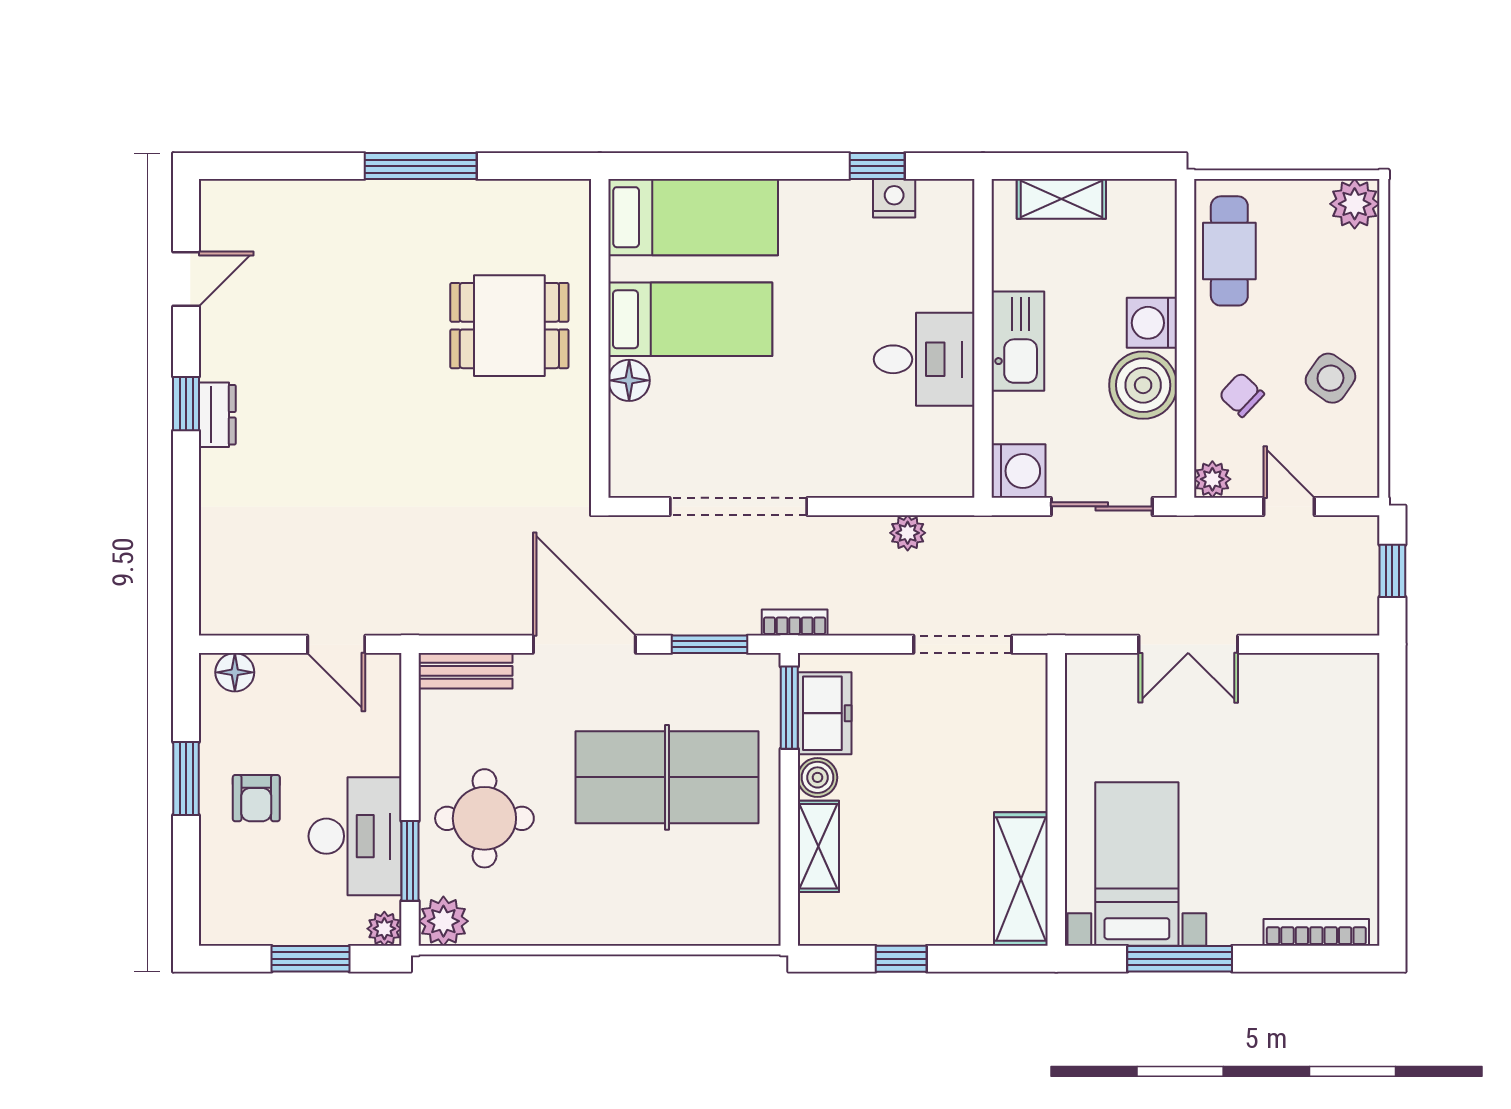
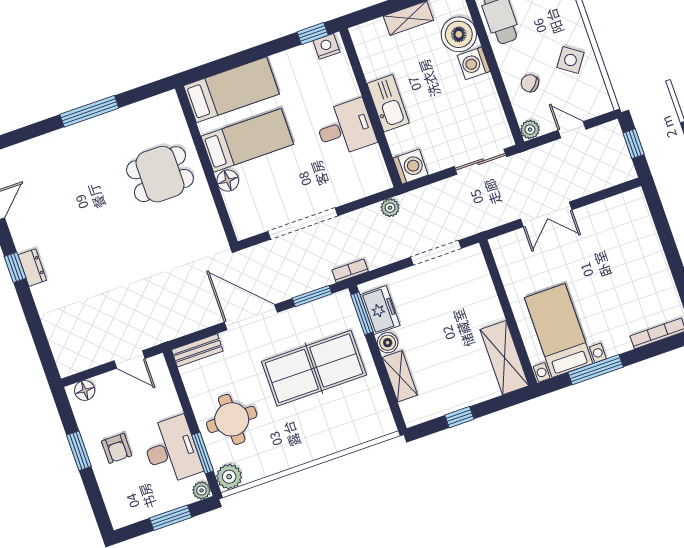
wall: (983, 338) -> (371, 108), moved
kitchen sink: (1018, 341) -> (388, 103), moved
desk: (924, 359) -> (345, 128), moved
boiler: (1143, 385) -> (459, 34), moved
washing machine: (1019, 471) -> (411, 167), moved

